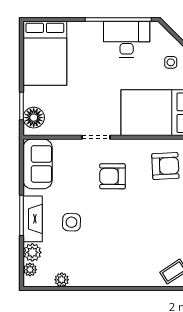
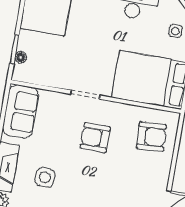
floor lamp: (34, 118) -> (21, 57), width x0.53, depth x0.53

